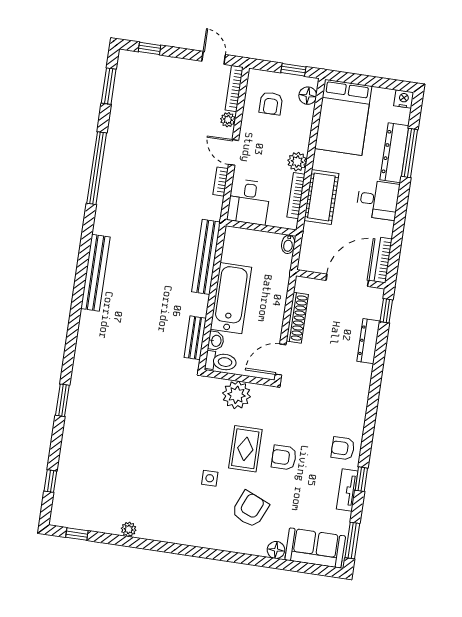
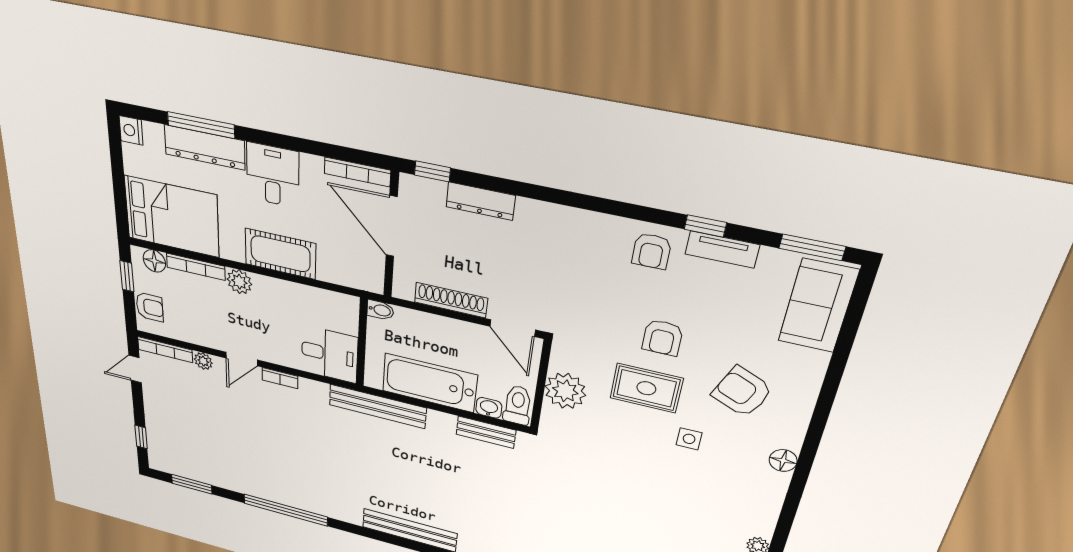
armchair: (271, 103) -> (150, 307), moved
bookcase: (296, 196) -> (196, 267), moved
desk: (249, 202) -> (329, 354), moved
wall: (261, 228) -> (362, 342), moved
bidet: (288, 244) -> (380, 310), moved
floor lamp: (276, 550) -> (783, 461), moved

